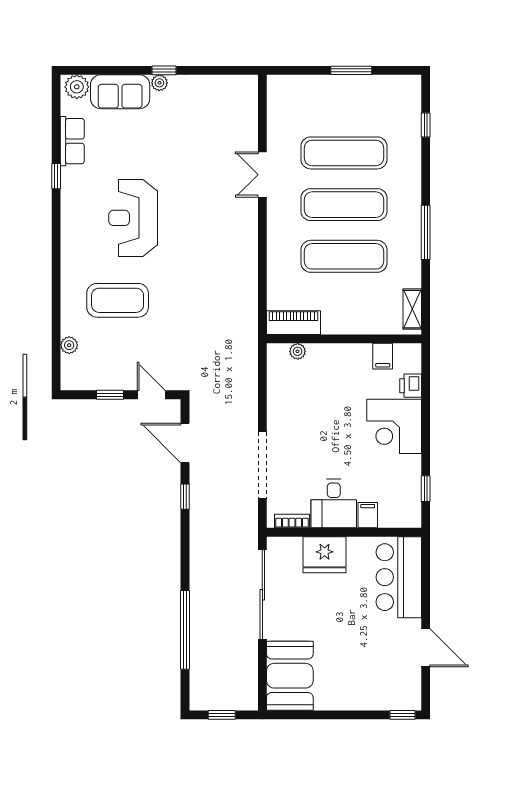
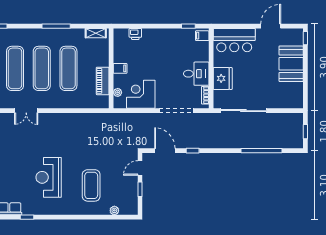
reception desk: (133, 218) -> (49, 177), turned 90
piano: (294, 323) -> (103, 81), moved
filing cabinet: (383, 356) -> (120, 68), moved
corner desk: (394, 426) -> (141, 94), moved, turned 180
door: (185, 443) -> (165, 151), swing flipped
filing cabinet: (368, 515) -> (202, 36), moved
booth: (290, 676) -> (291, 64), moved, turned 90

